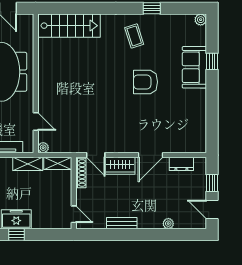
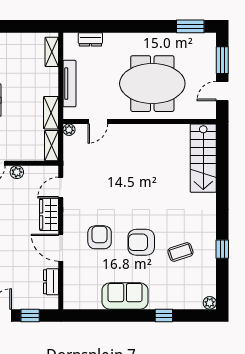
coffee table: (134, 36) -> (180, 252), moved
sofa: (194, 67) -> (125, 296), moved
armchair: (146, 82) -> (141, 242), turned -90
armchair: (141, 120) -> (100, 237), added
shoe rack: (81, 173) -> (41, 171), removed
plant: (82, 195) -> (17, 172), added

